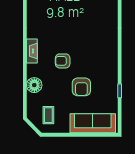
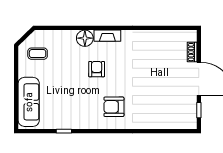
floor lamp: (34, 85) -> (85, 38), moved
armchair: (81, 87) -> (114, 107), moved

